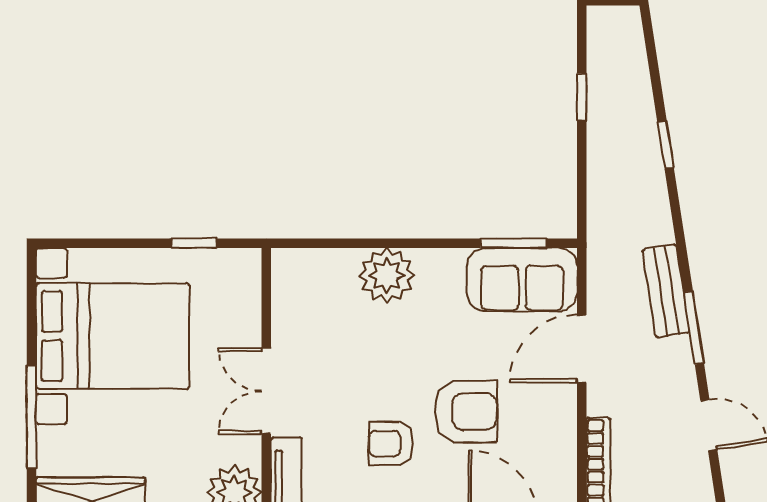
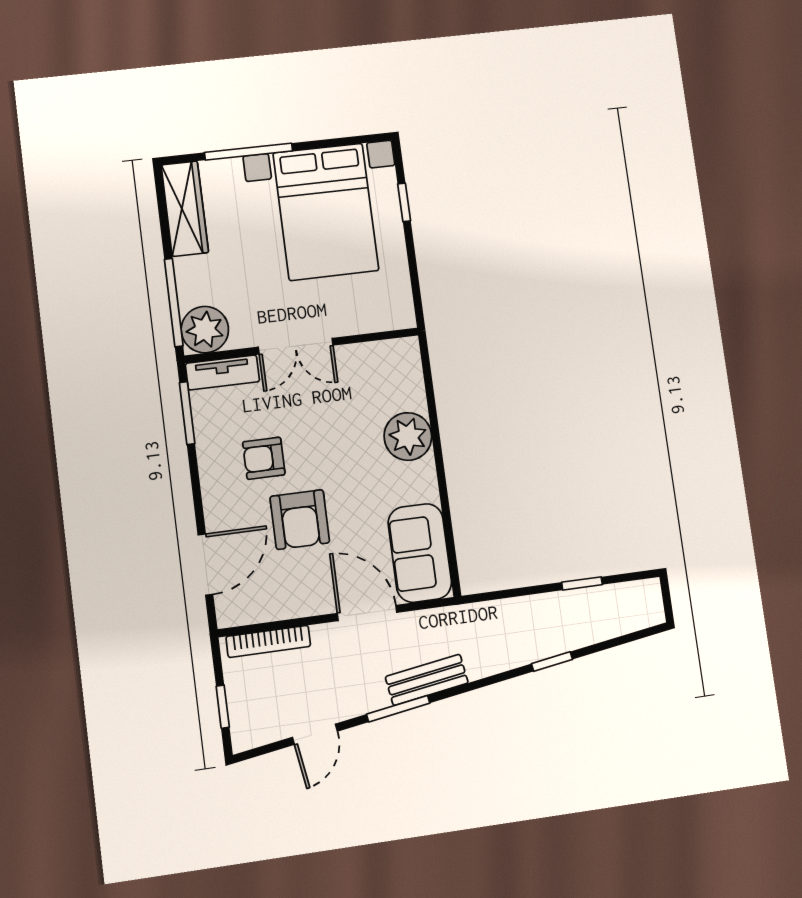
window: (194, 243) -> (404, 202), moved
window: (513, 243) -> (450, 541), removed
double door: (266, 391) -> (296, 346), swing flipped
armchair: (391, 444) -> (264, 458), turned -90

